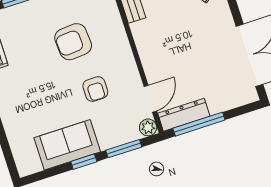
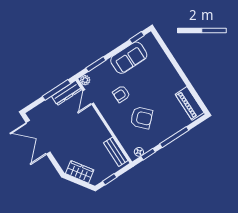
armchair: (73, 42) -> (141, 118), turned 50
armchair: (95, 89) -> (121, 94), turned -90
window: (84, 162) -> (137, 38), moved

